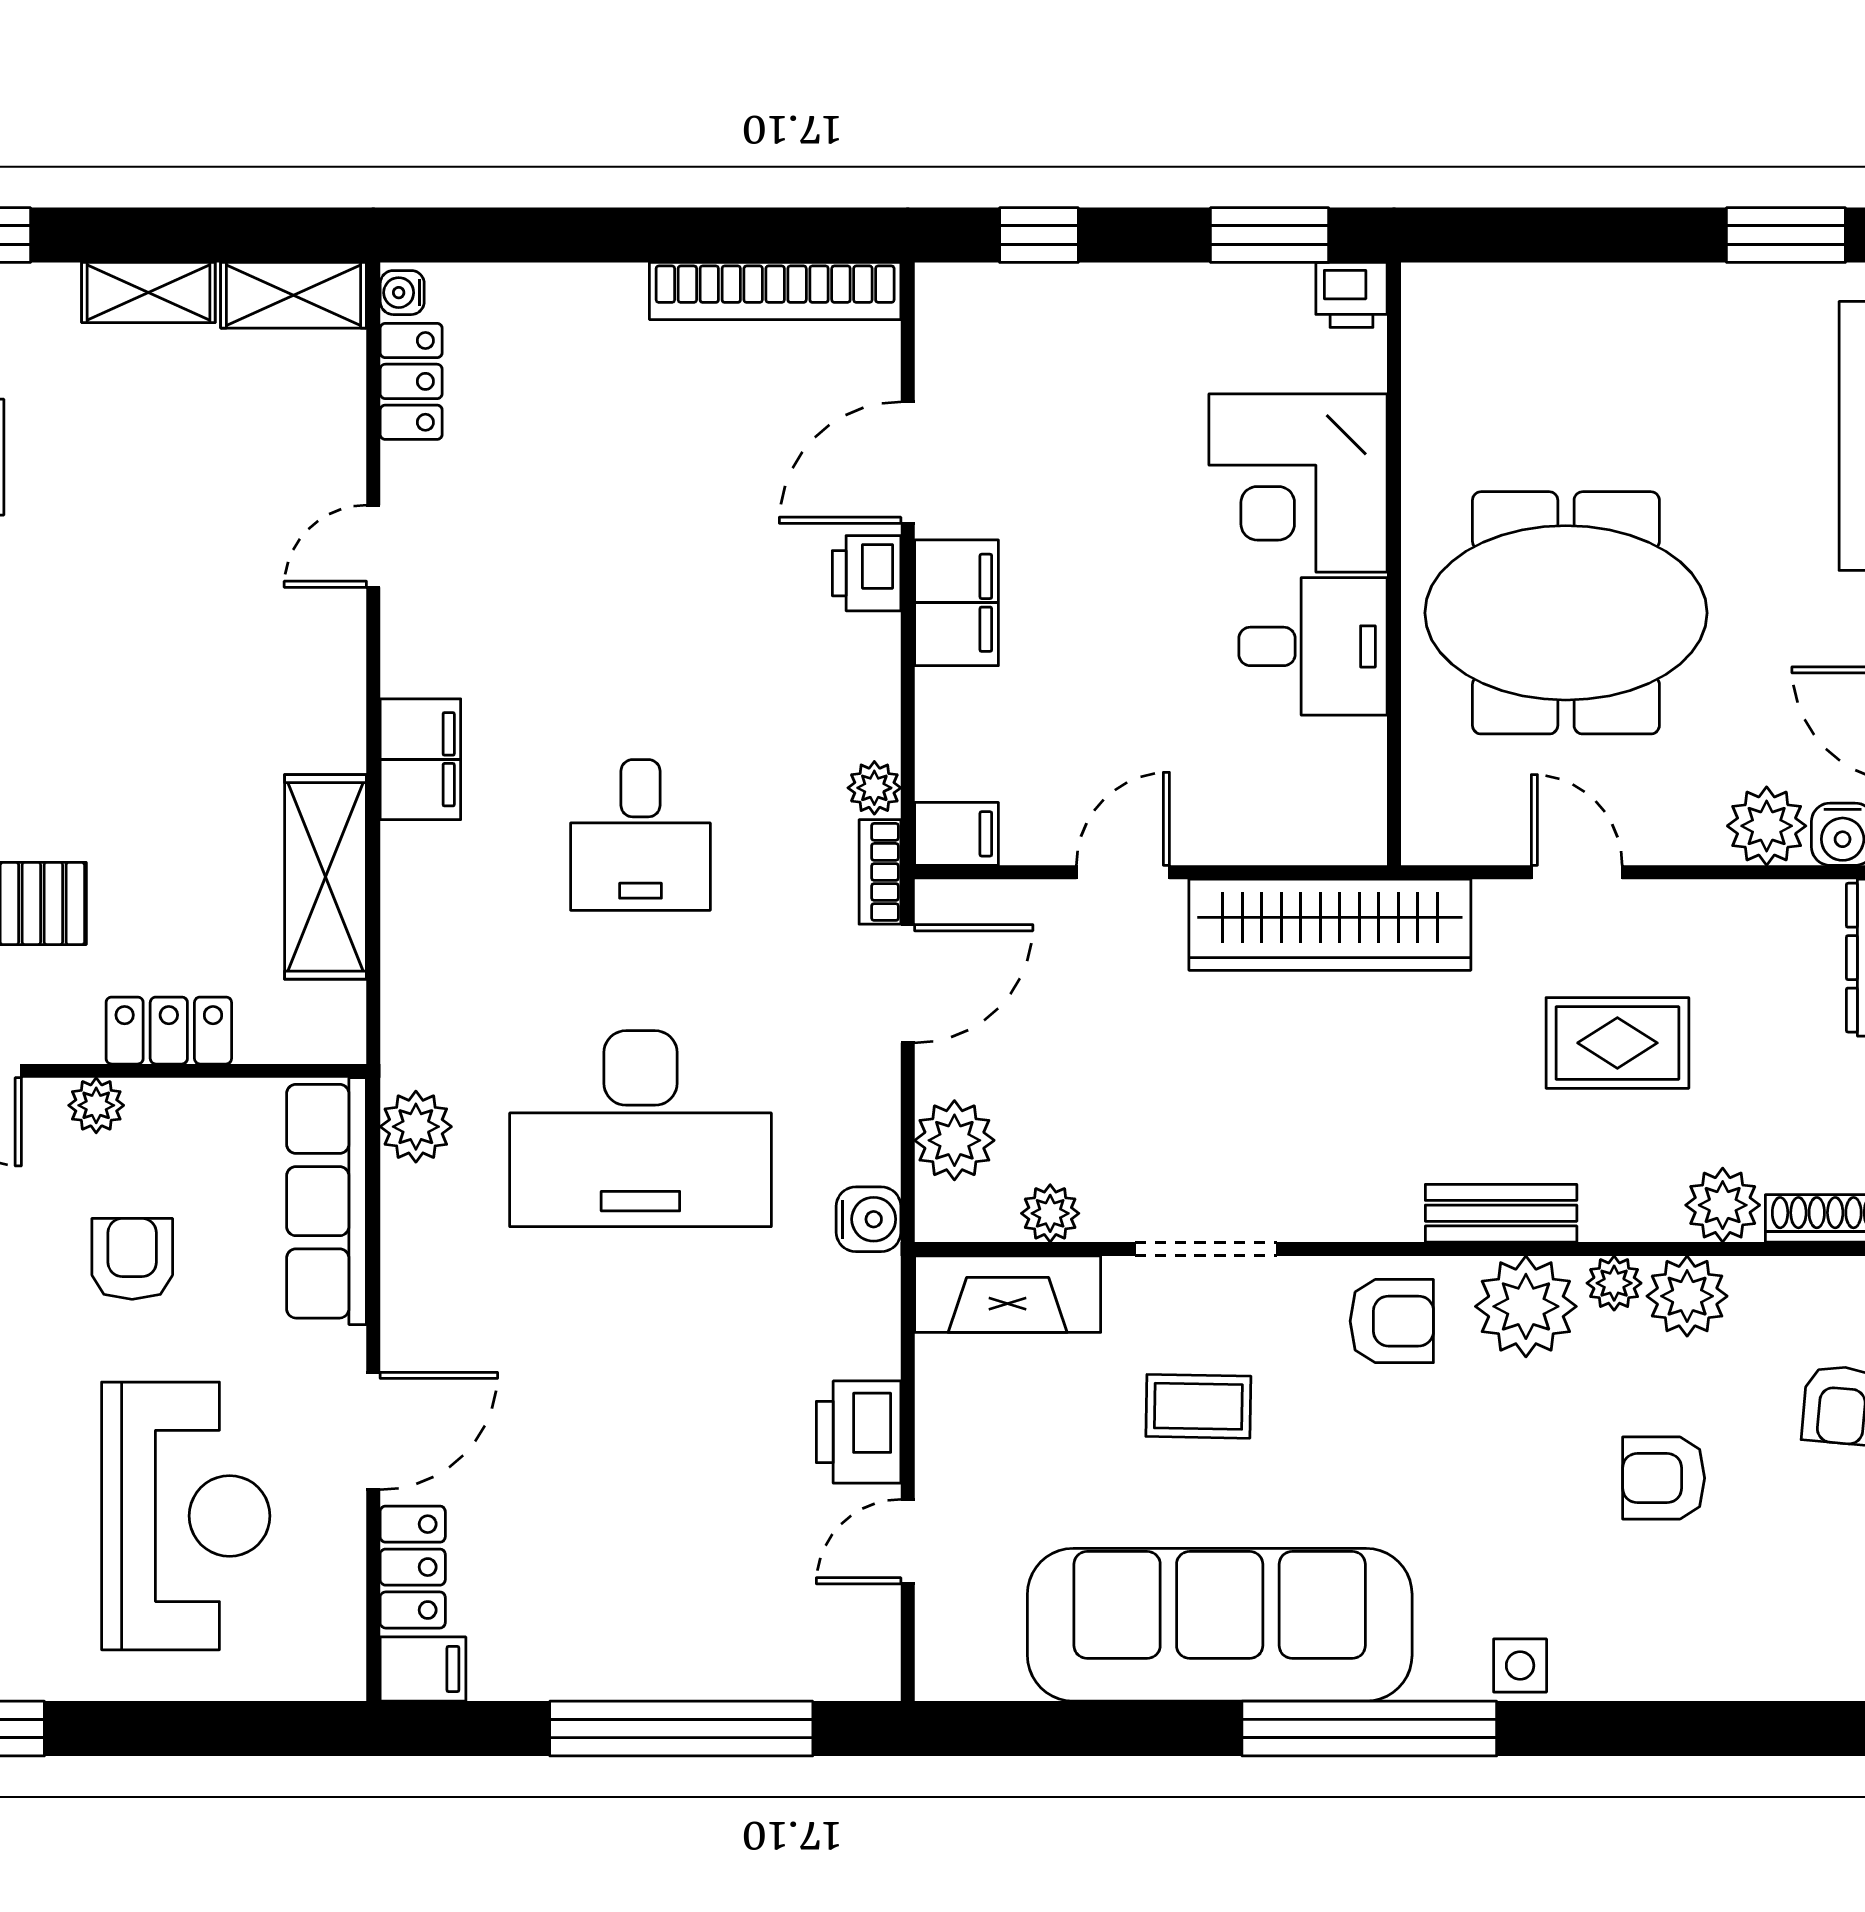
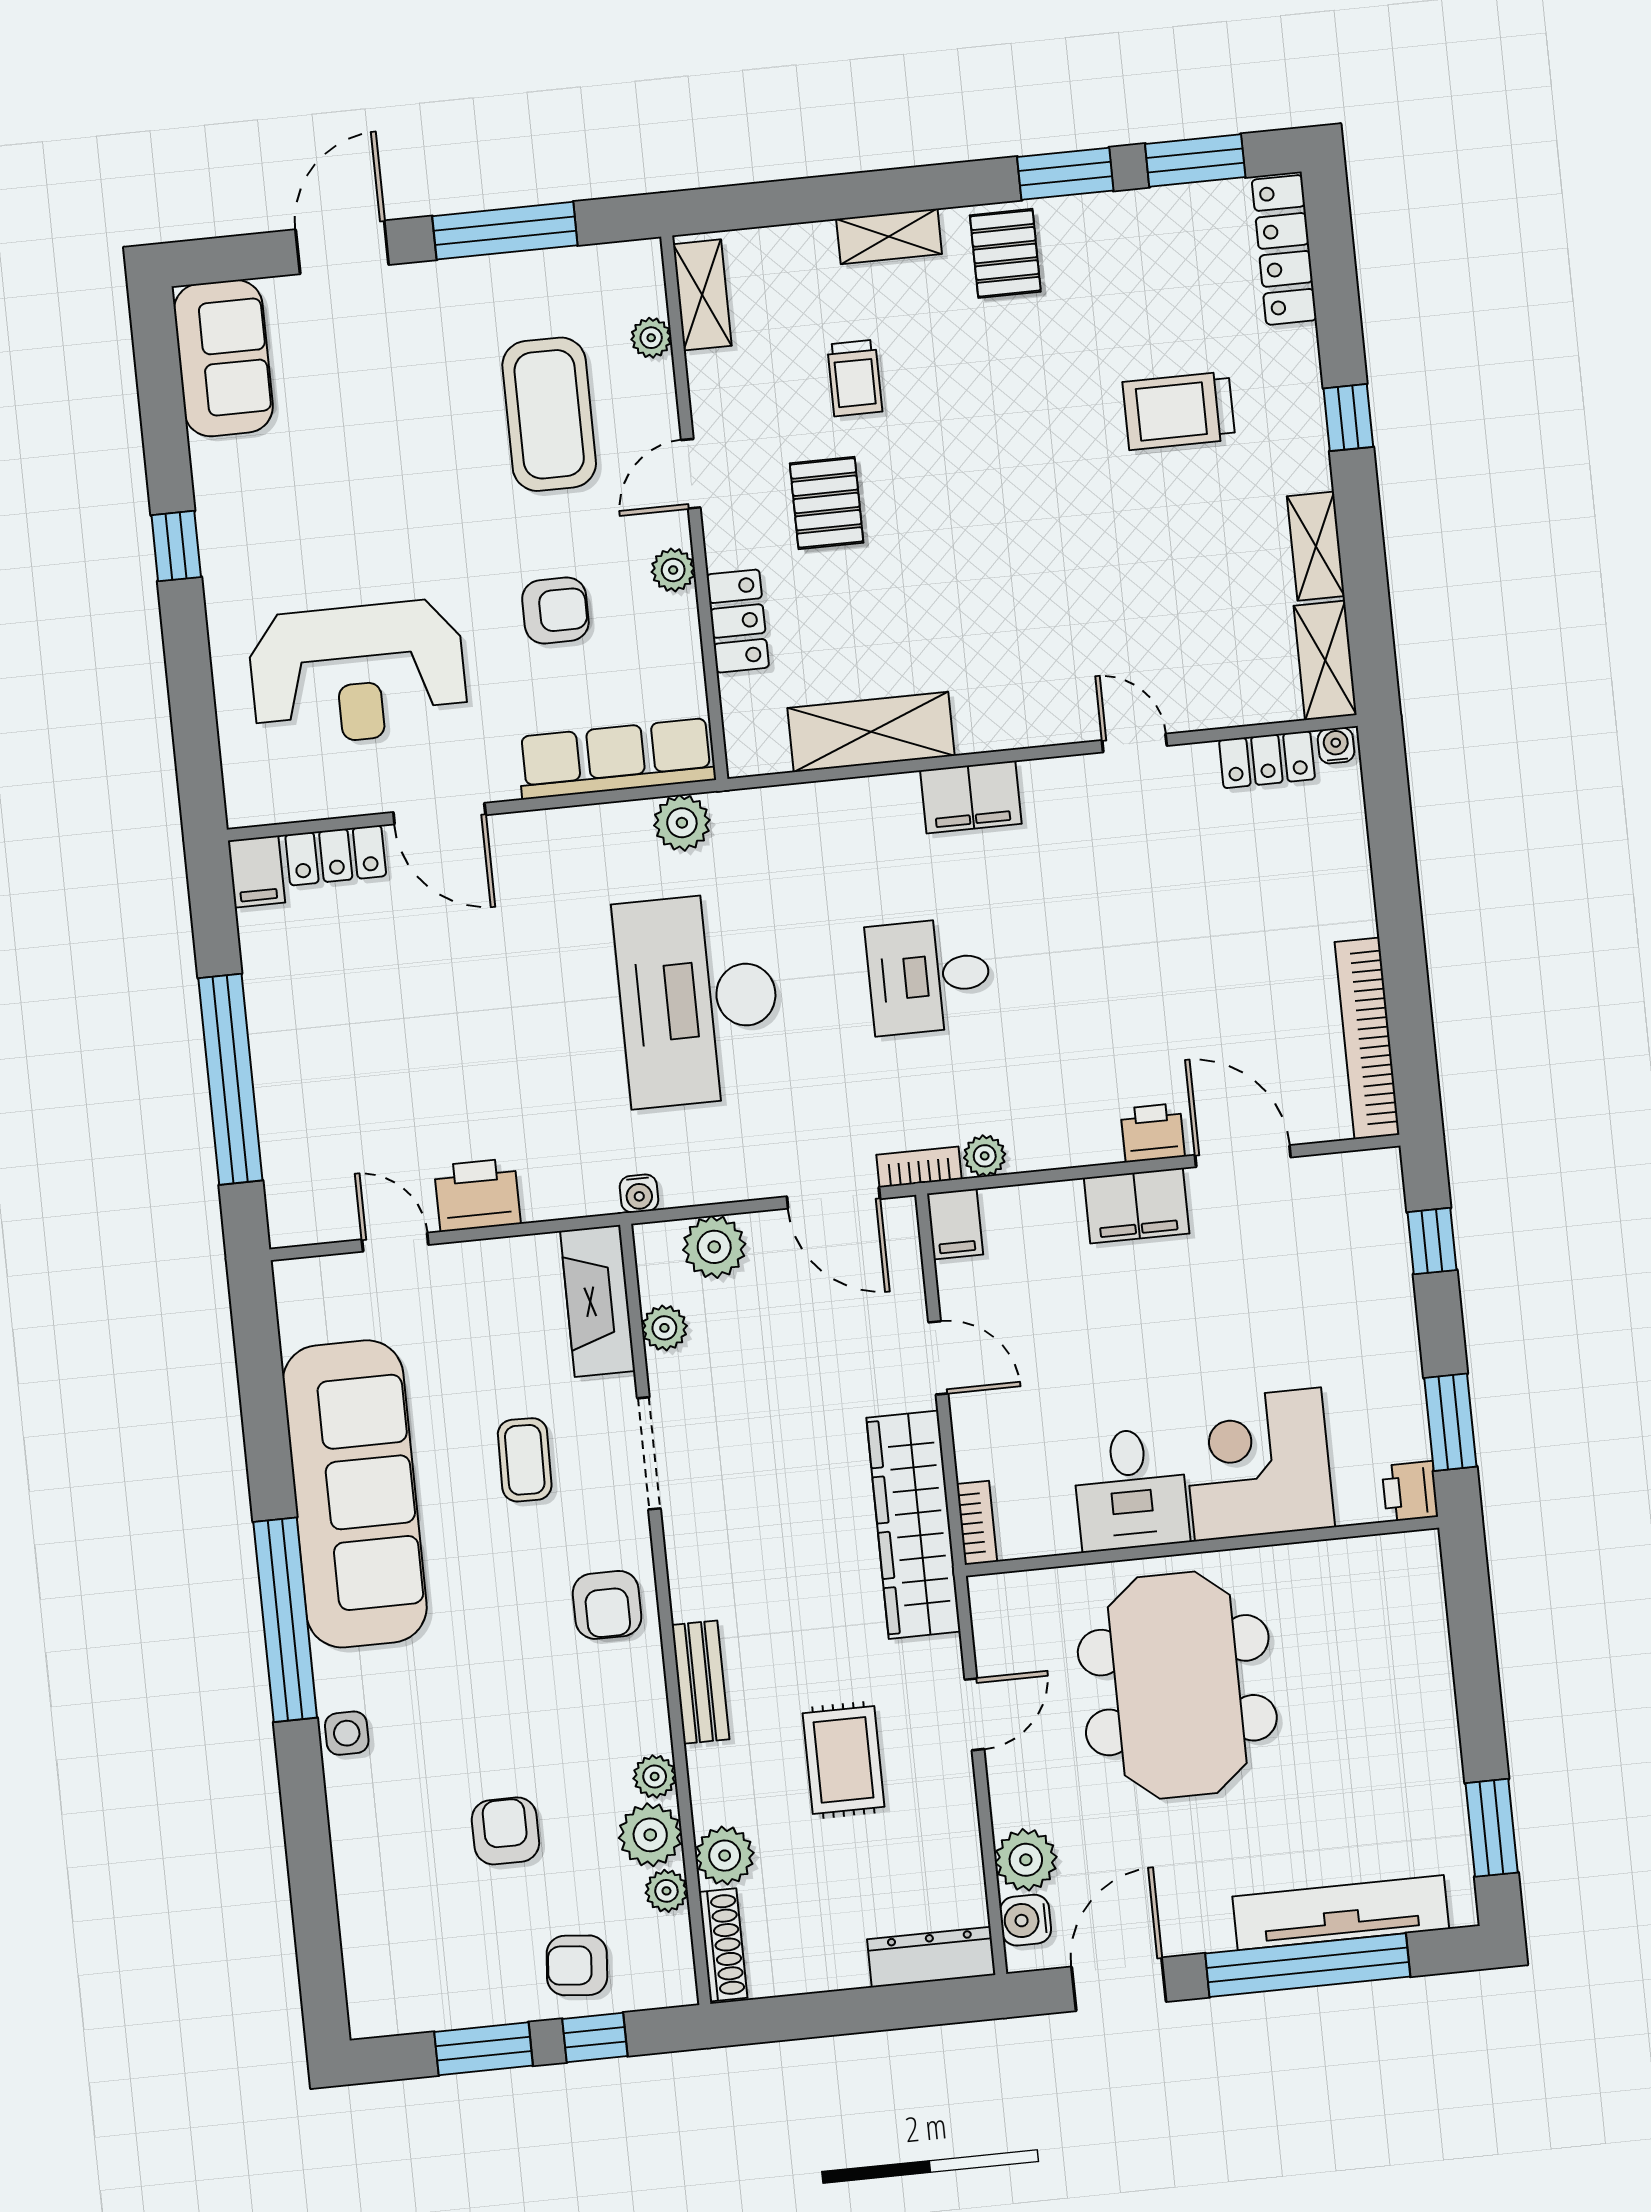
bookcase: (1336, 845) -> (977, 1523), added
water cooler: (868, 1219) -> (639, 1193), width x0.72, depth x0.72
plant: (1526, 1306) -> (666, 1891), moved, width x0.53, depth x0.53

